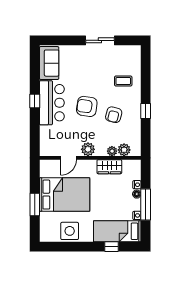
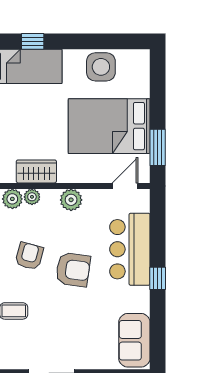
bar counter: (52, 103) -> (130, 249), moved
door: (69, 158) -> (125, 186), moved
window: (35, 204) -> (158, 147), moved

